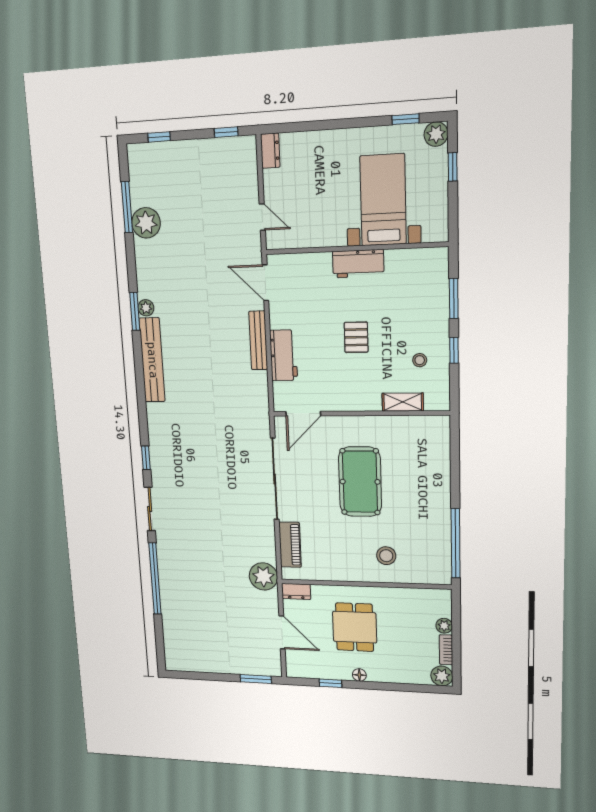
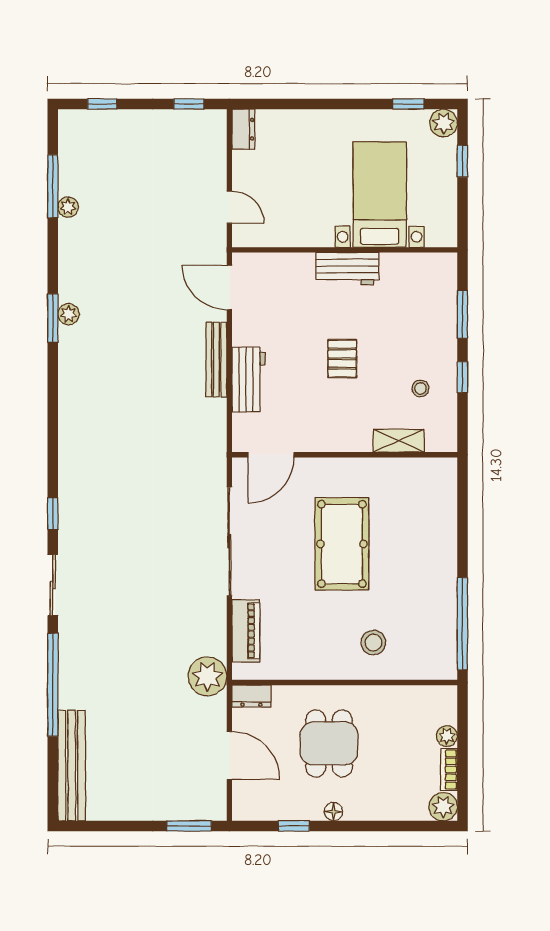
plant: (146, 223) -> (68, 207), width x0.53, depth x0.53
bench: (152, 360) -> (72, 766), moved

